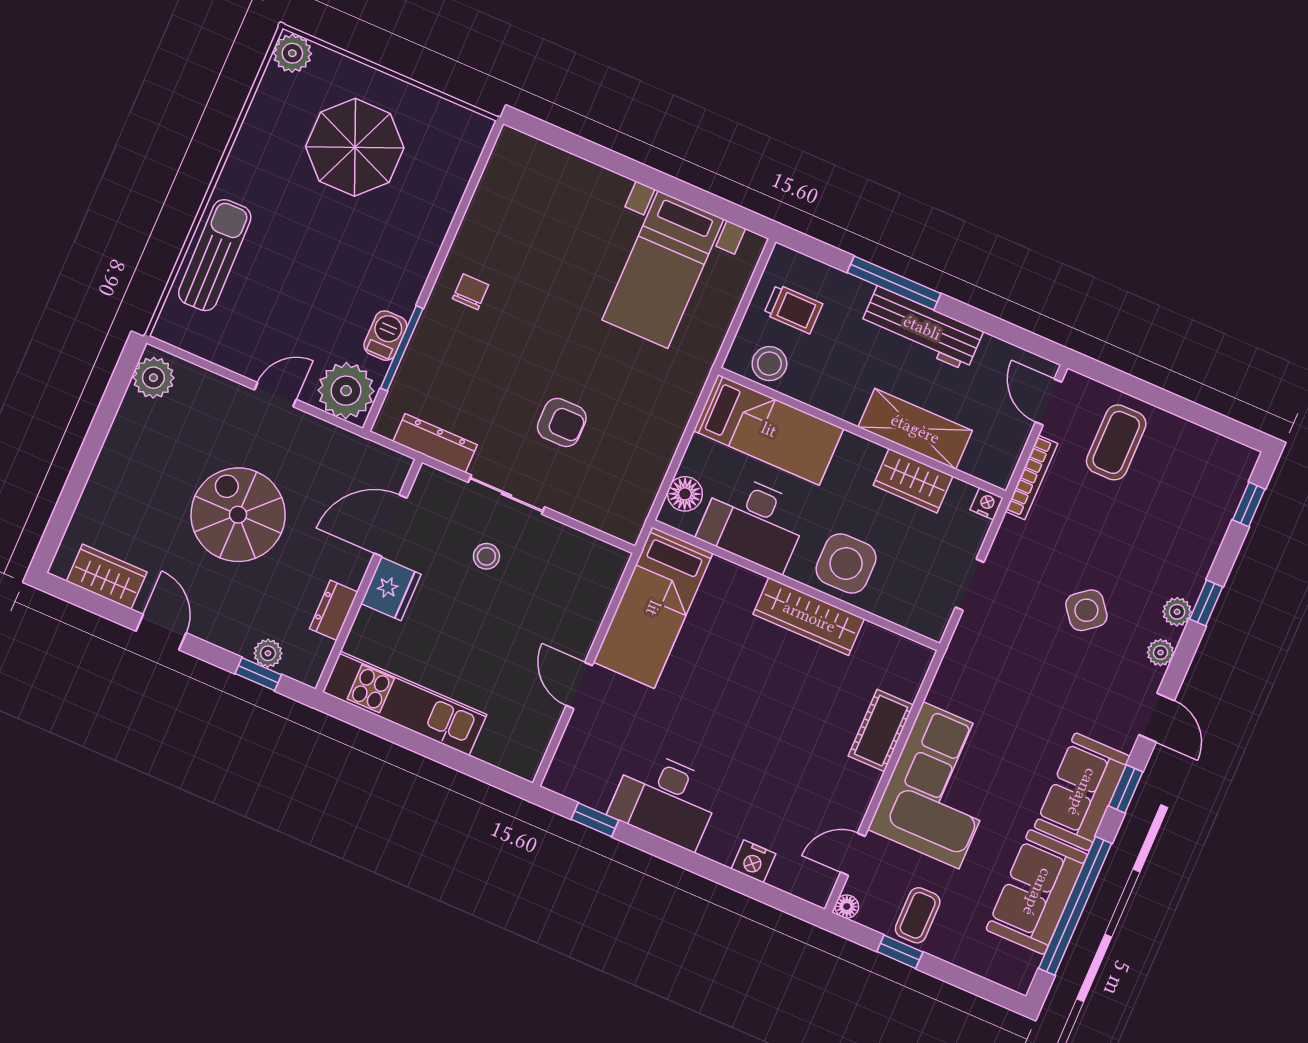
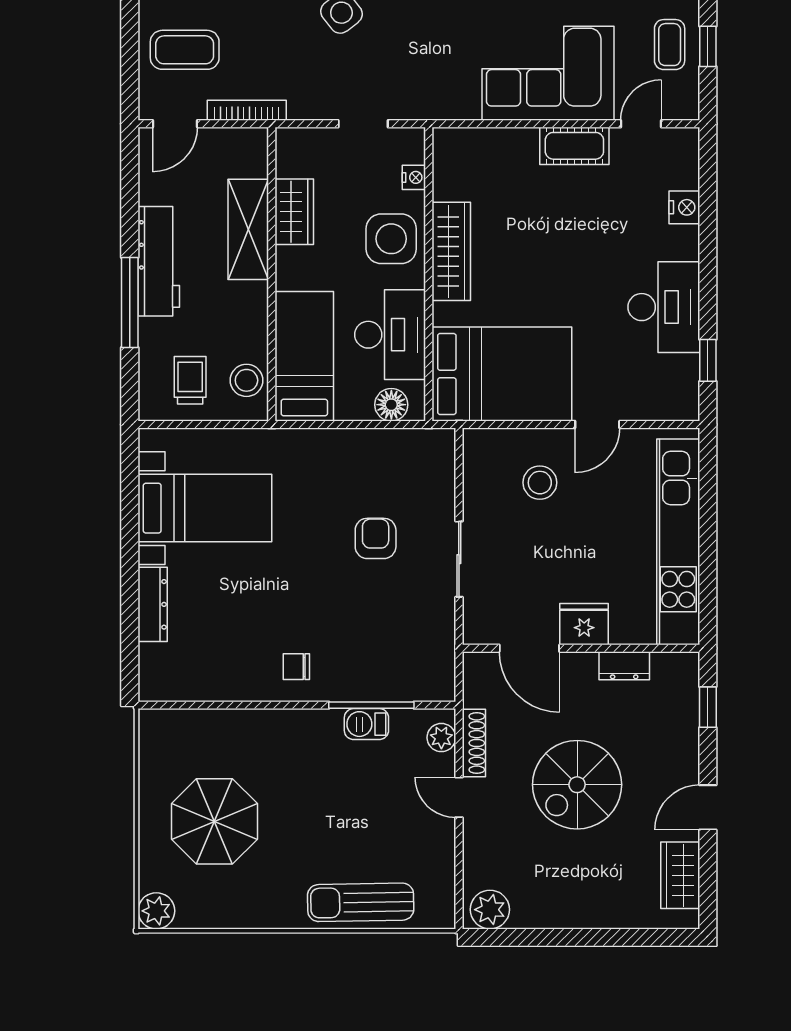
plant: (346, 391) -> (441, 738), width x0.53, depth x0.53
shoe rack: (322, 432) -> (474, 743), added
dresser: (435, 443) -> (153, 604), moved, turned 180
nightstand: (987, 504) -> (414, 177), moved, turned 180
stool: (486, 556) -> (540, 483), moved, width x1.37, depth x1.37
bed: (653, 608) -> (502, 374), width x1.50
plant: (268, 653) -> (686, 707), removed
kitchen unit: (405, 703) -> (678, 542), width x1.36
cot: (881, 731) -> (574, 146), moved
door: (853, 854) -> (641, 124), swing flipped
floor lamp: (847, 907) -> (689, 109), removed
coffee table: (918, 915) -> (670, 45), turned 90

